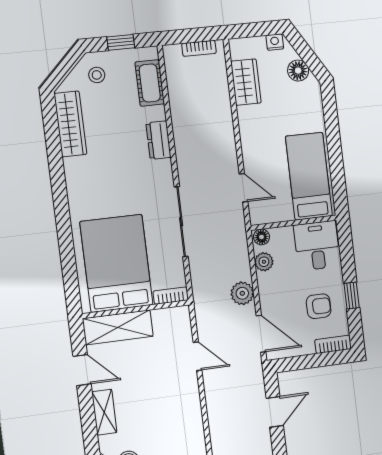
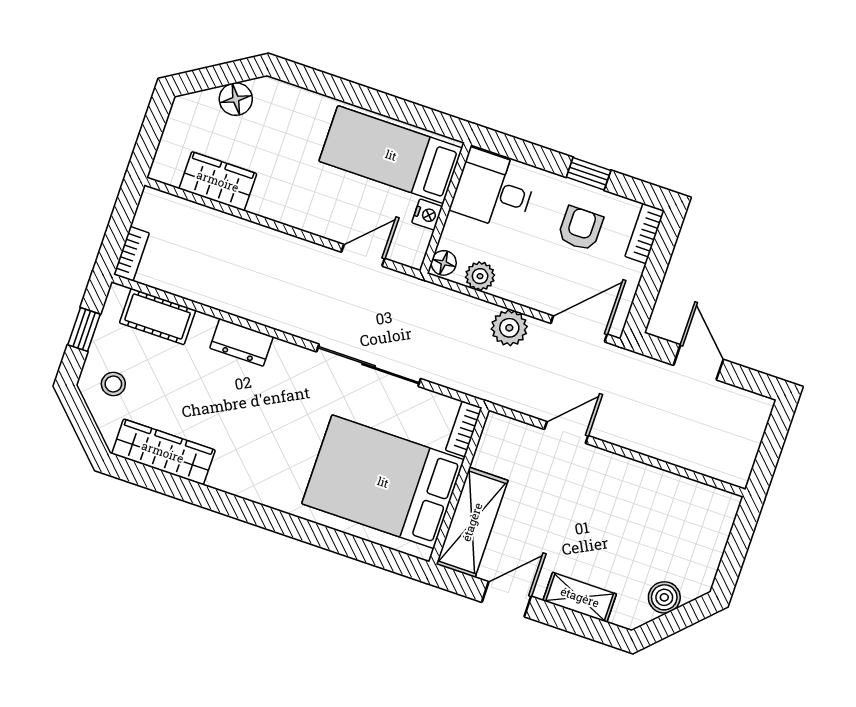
nightstand: (275, 42) -> (427, 215), moved, turned 180
bookcase: (199, 48) -> (131, 254), moved

